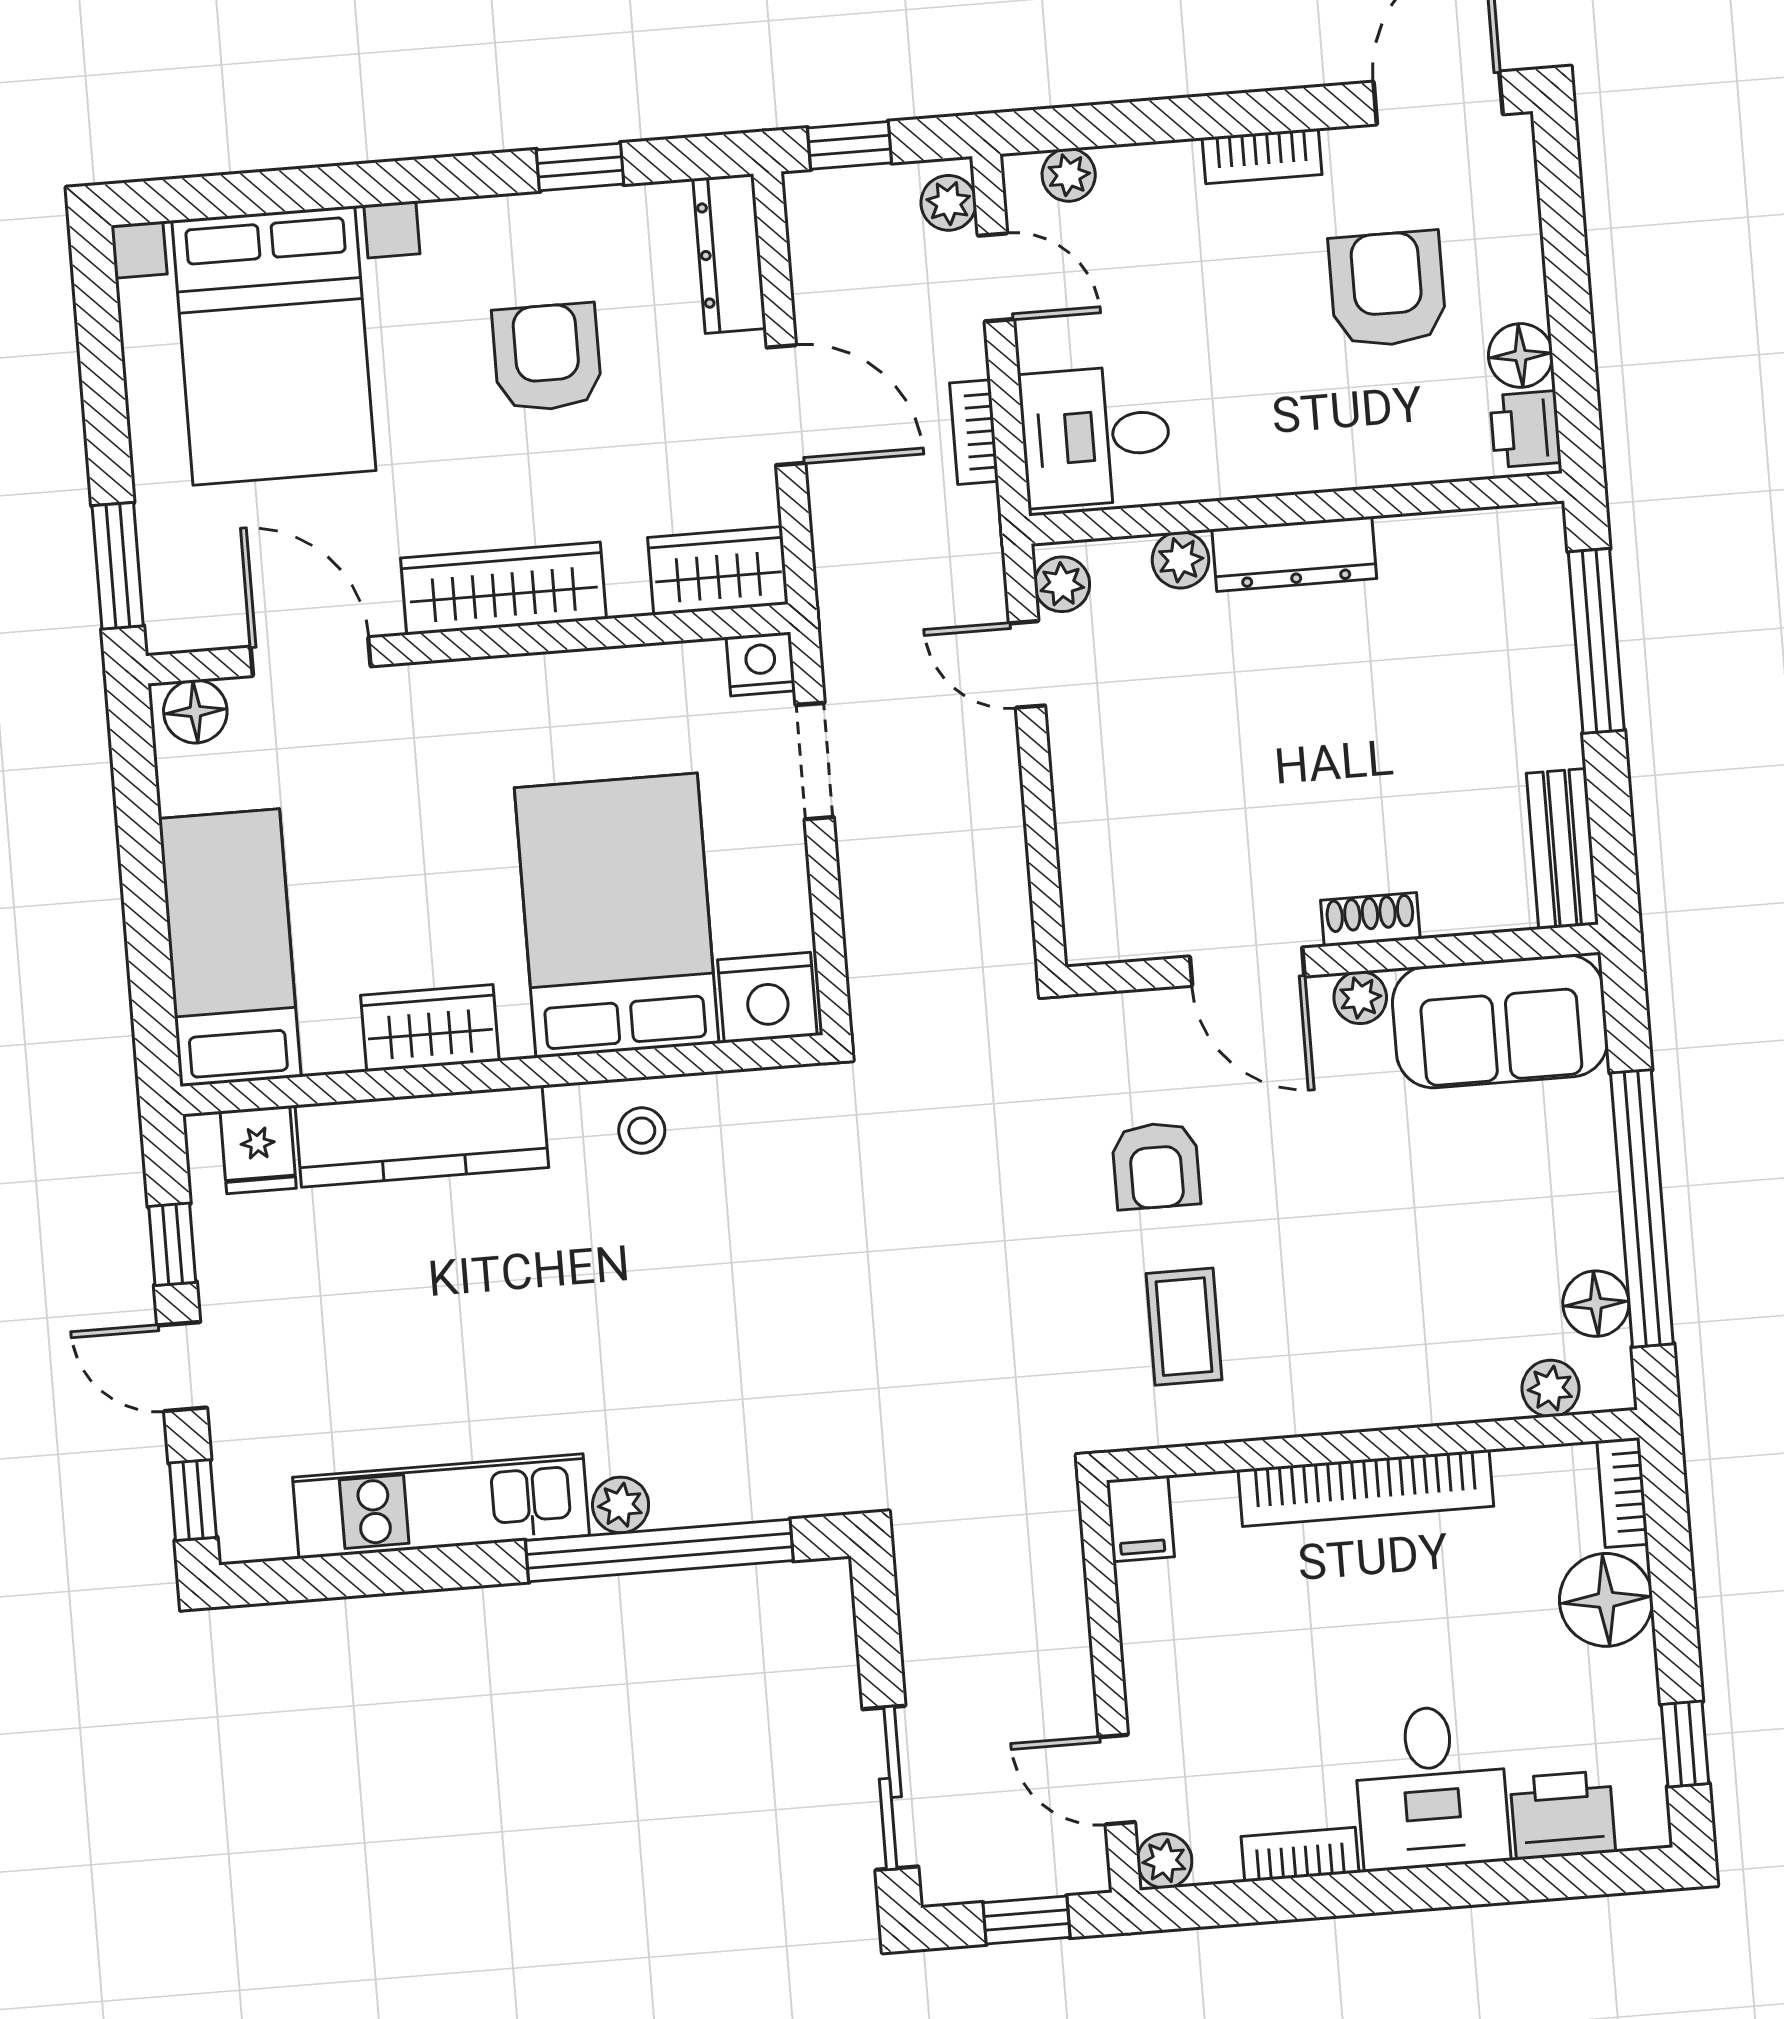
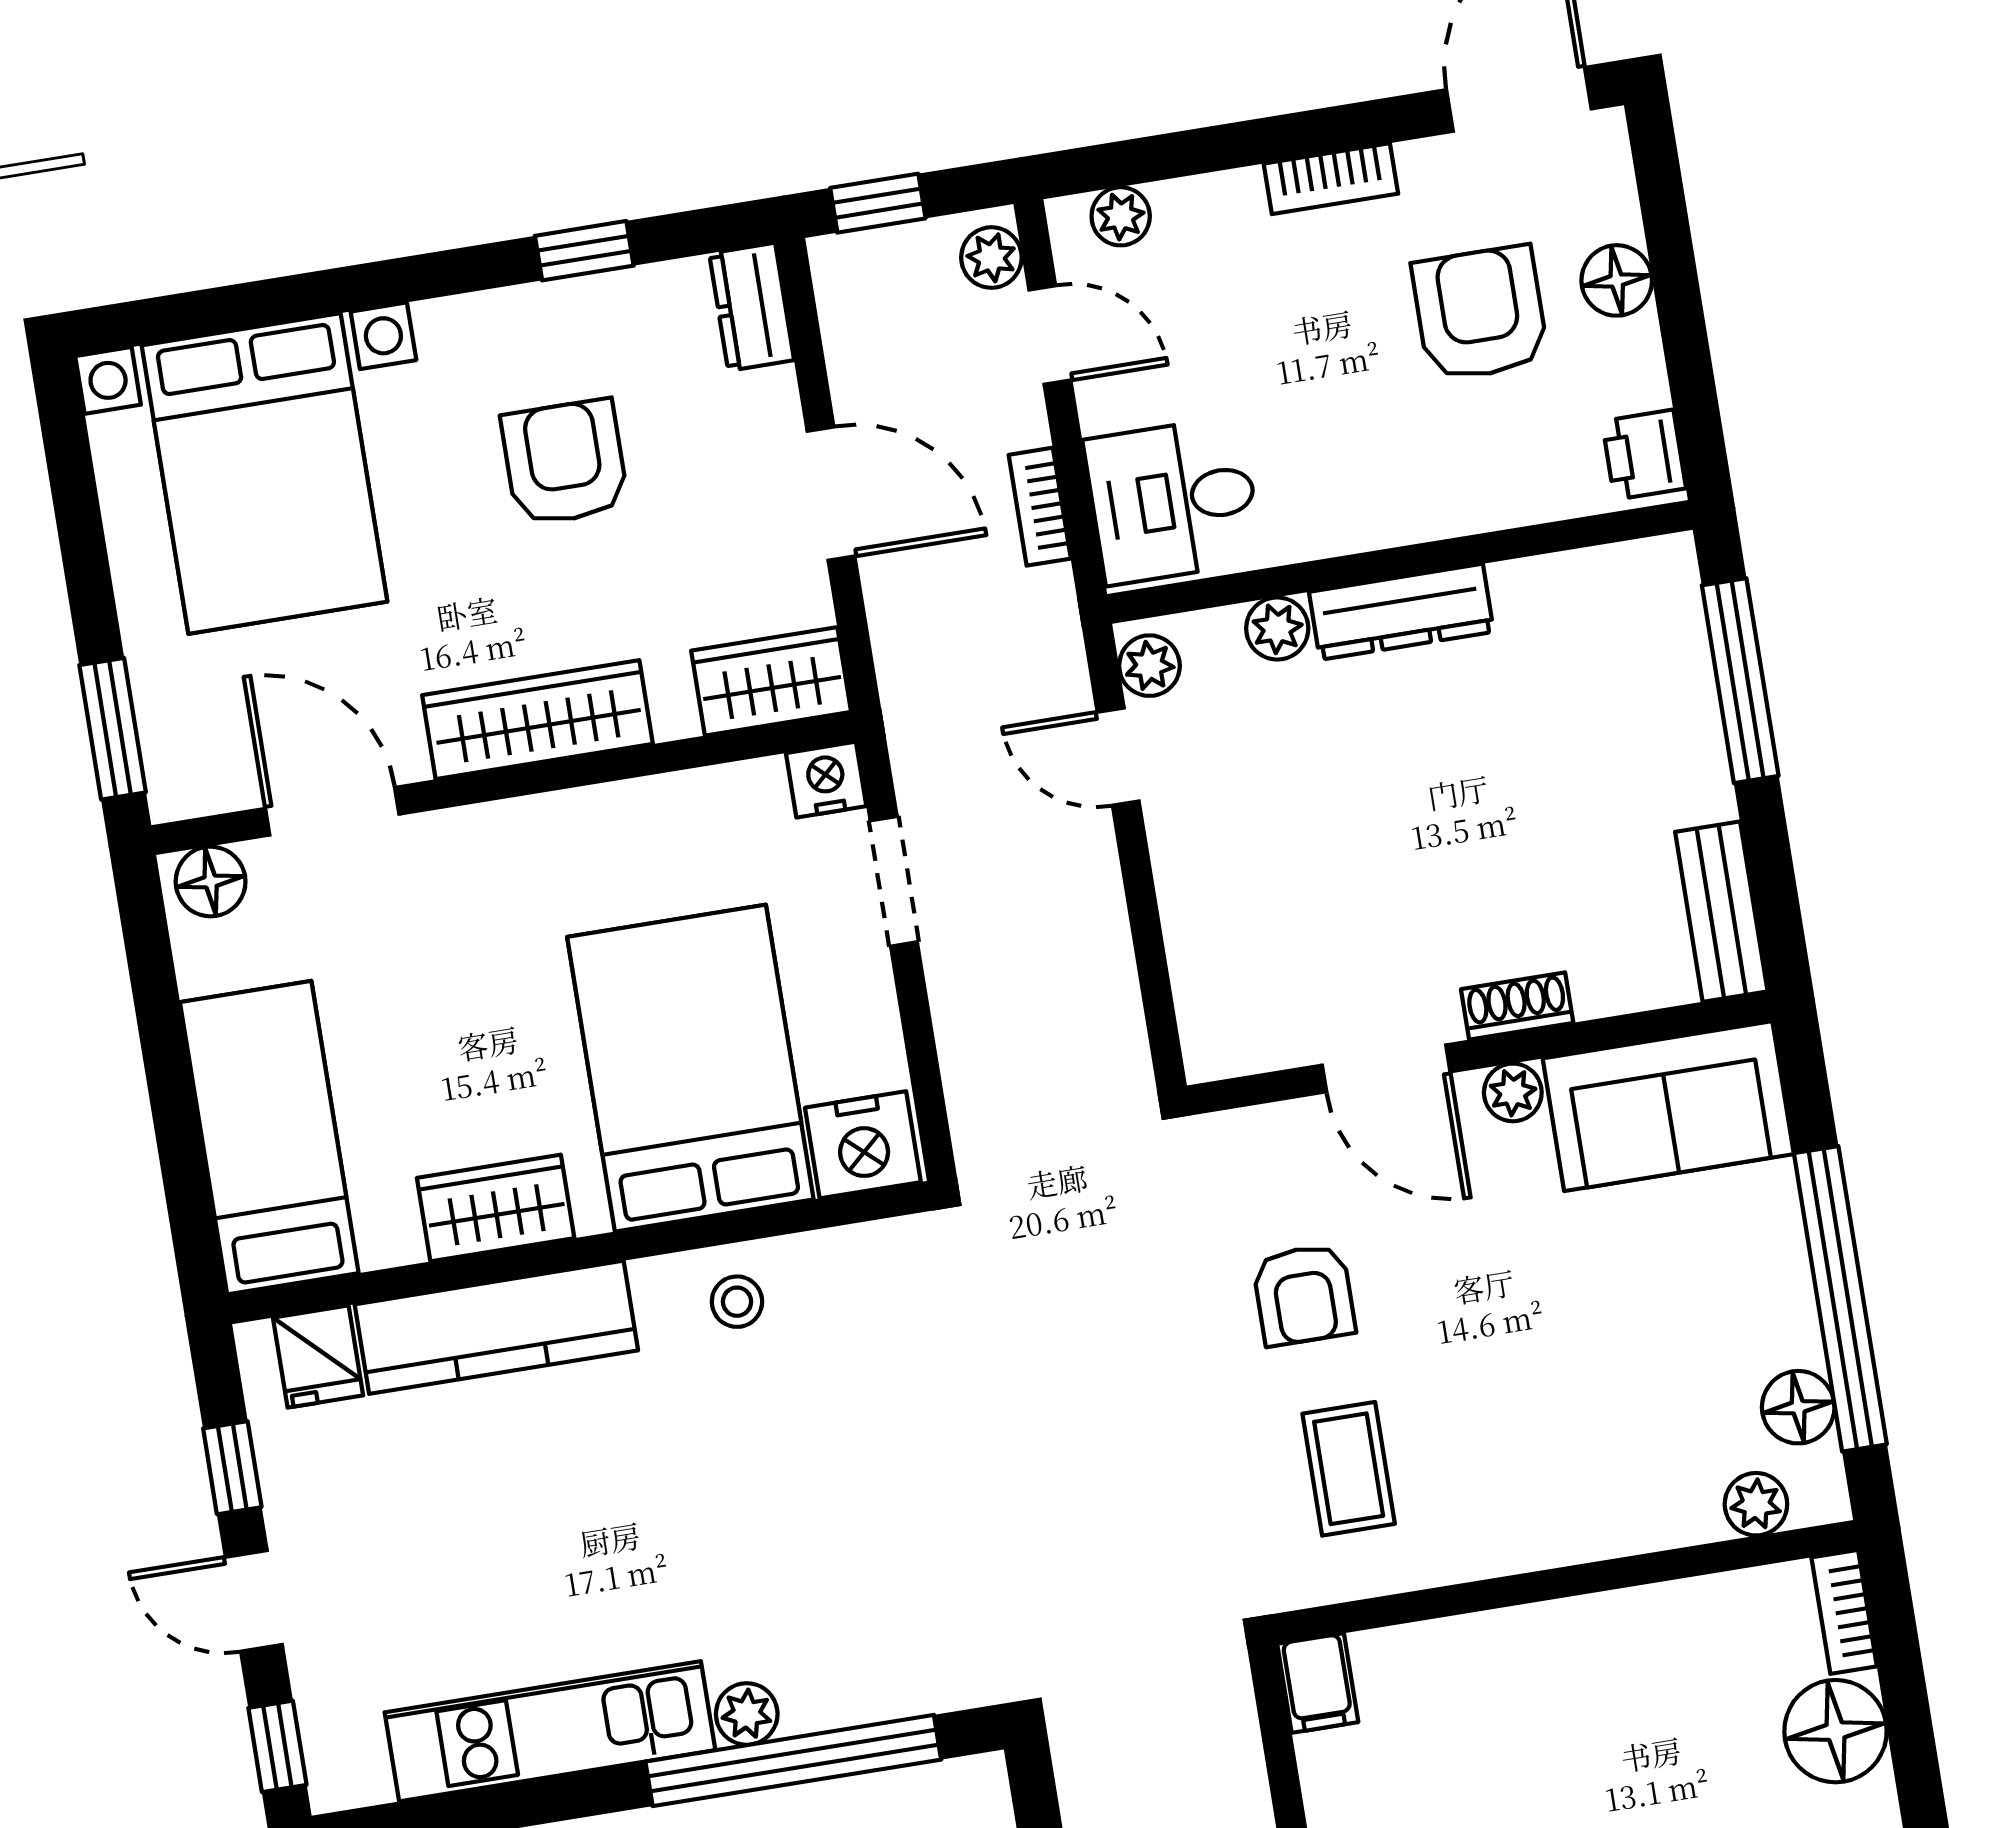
dresser: (730, 254) -> (752, 307), width x0.70
floor lamp: (1520, 355) -> (1617, 280), moved
bookcase: (1366, 1488) -> (1562, 1630), removed

